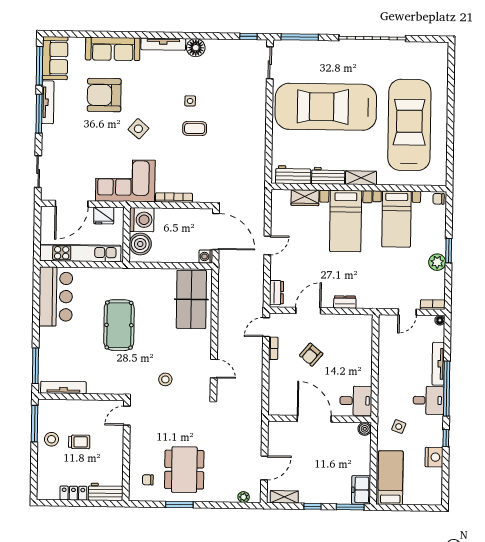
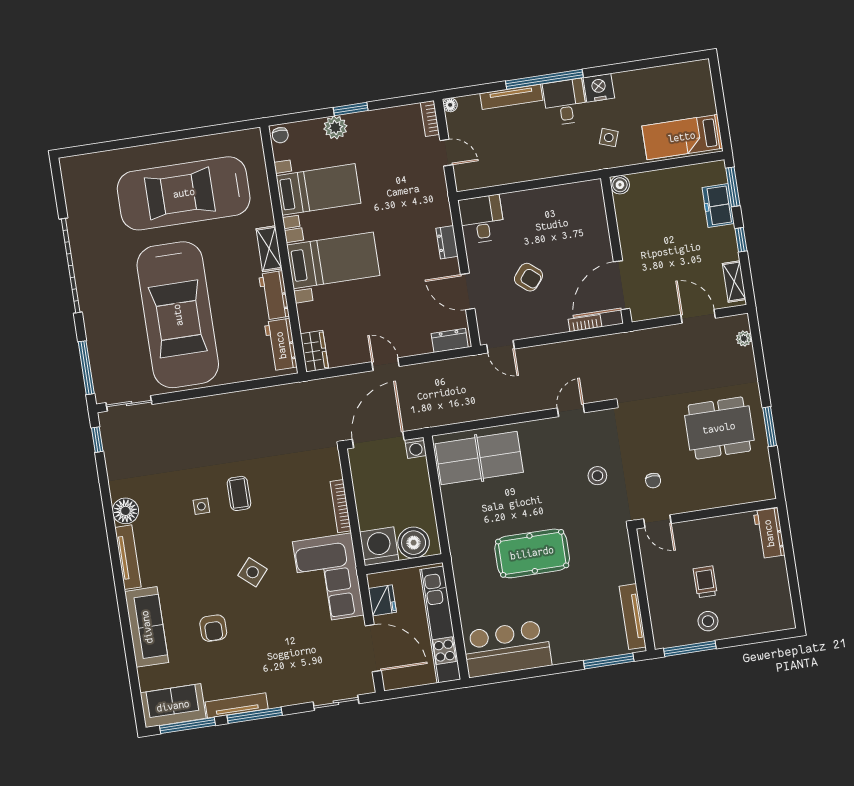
armchair: (104, 95) -> (213, 628), width x0.53, depth x0.53
wardrobe: (305, 198) -> (314, 351), moved
plant: (437, 262) -> (335, 127), moved
bookcase: (273, 348) -> (585, 323), moved
desk: (356, 401) -> (482, 219), moved
door: (314, 419) -> (622, 285), moved
window: (446, 438) -> (614, 69), removed
nightstand: (434, 457) -> (599, 88), moved
chair: (148, 480) -> (653, 481), moved
freezer: (361, 490) -> (718, 206), moved, turned 90
locker: (73, 493) -> (778, 578), removed

